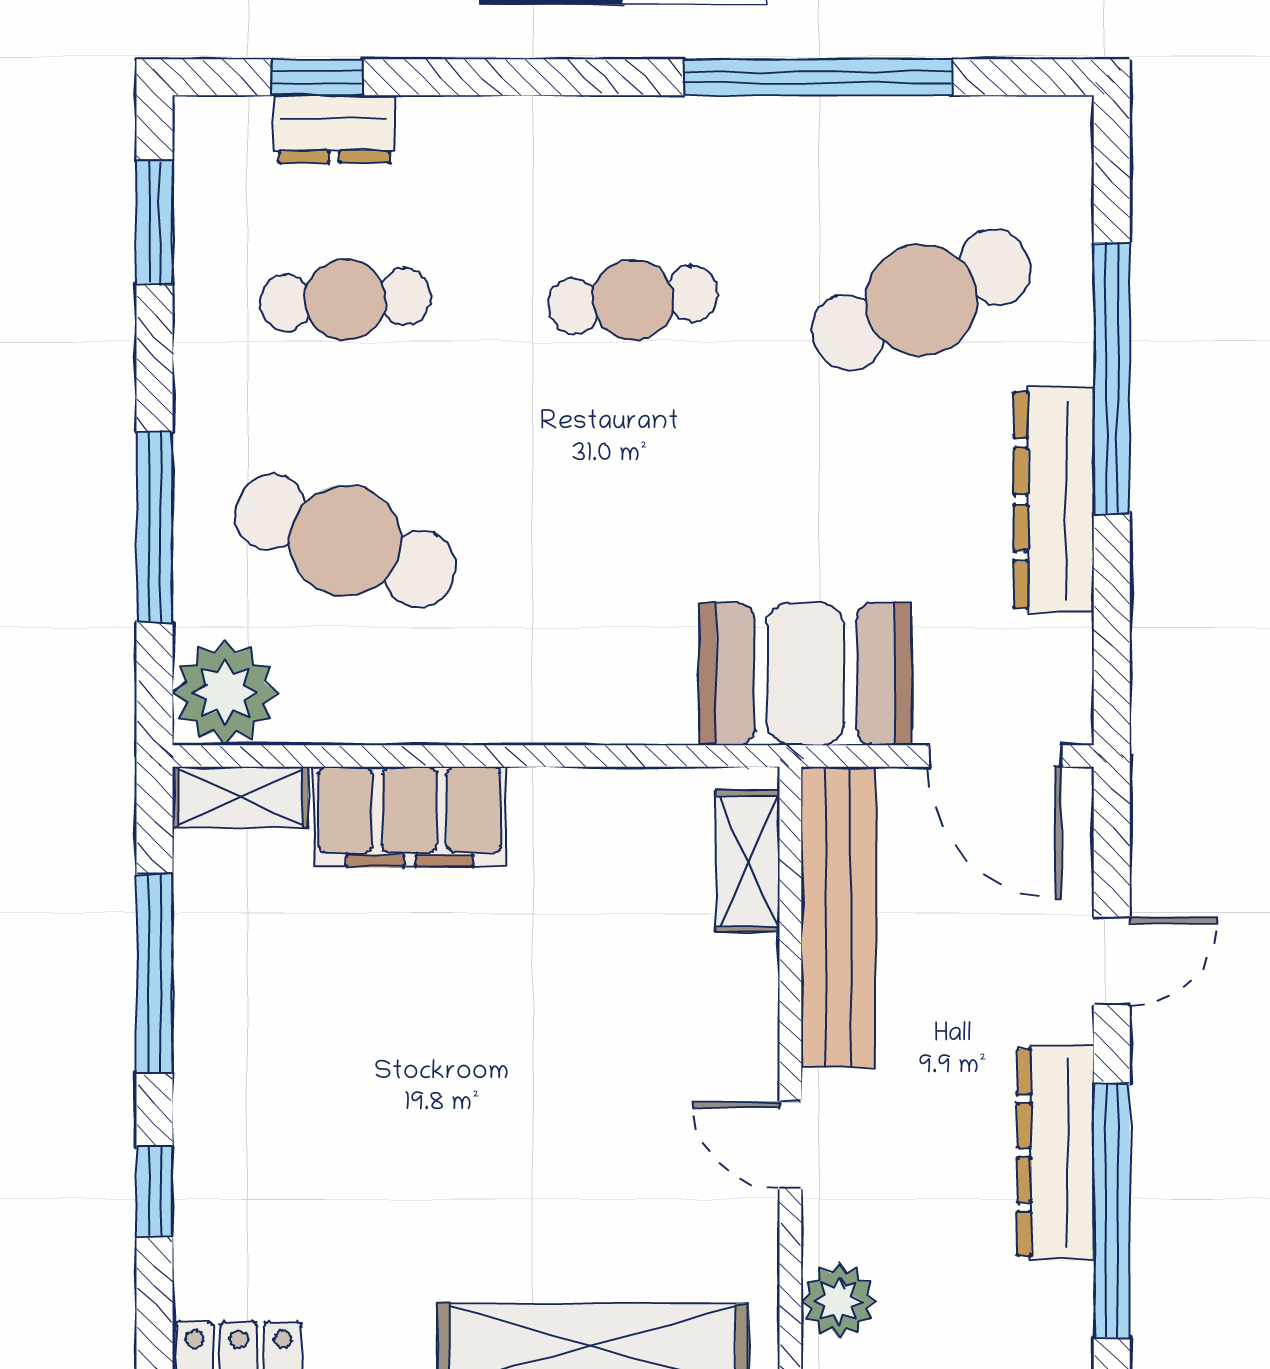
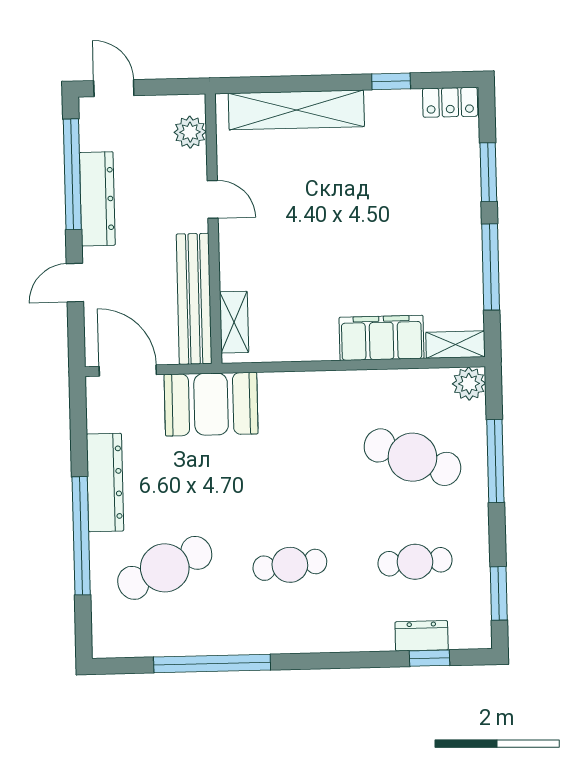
plant: (225, 693) -> (469, 384), width x0.73, depth x0.73
window: (155, 1192) -> (488, 172), width x1.50

